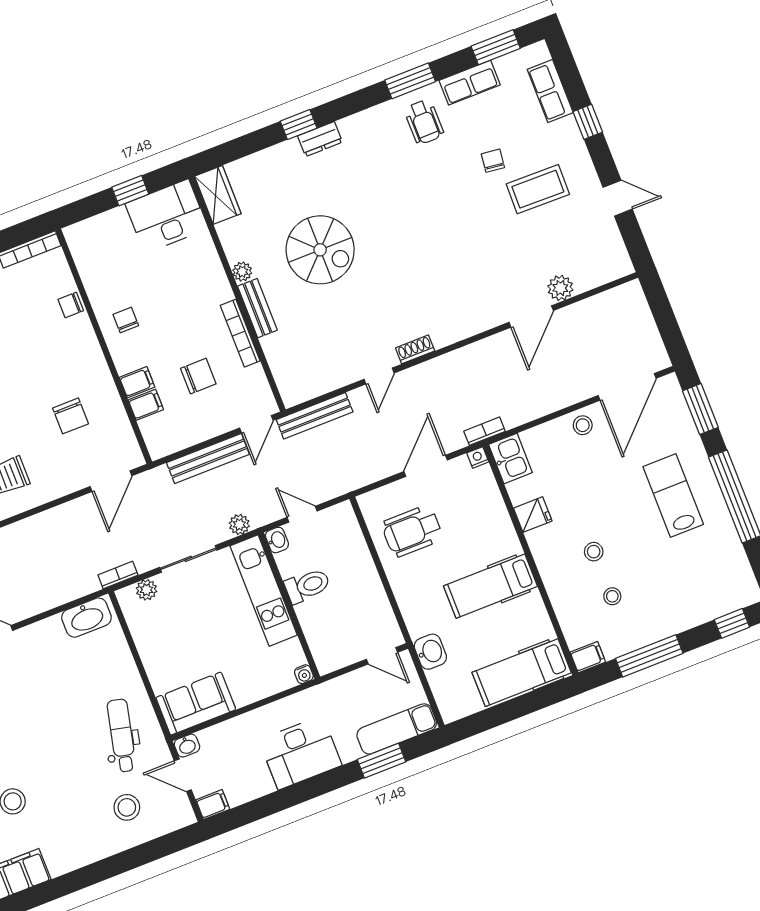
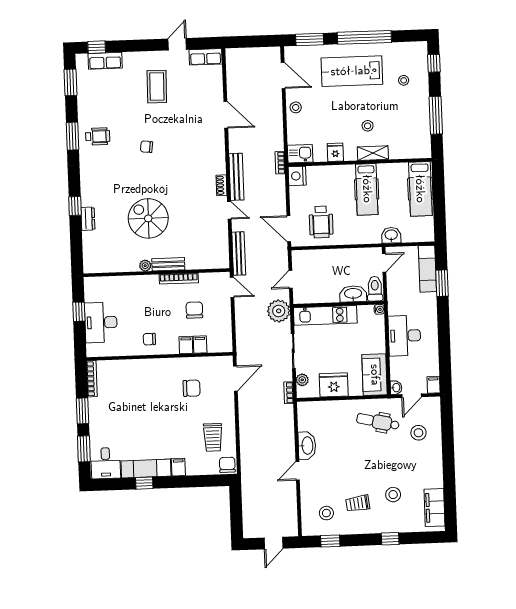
row of seats: (470, 83) -> (206, 57), moved, turned 90
window: (588, 122) -> (97, 47), moved
dresser: (320, 139) -> (88, 219), moved
chair: (493, 161) -> (147, 147), moved
wardrobe: (218, 195) -> (98, 264), removed
desk: (167, 216) -> (101, 322), moved
spiral stairs: (320, 250) -> (148, 218), turned -90
plant: (560, 288) -> (216, 93), removed
chair: (71, 305) -> (130, 367), removed
door: (627, 387) -> (283, 76), width x0.73
nightstand: (478, 457) -> (297, 176), width x1.89, depth x1.79
bench: (208, 458) -> (236, 177), moved
door: (426, 466) -> (289, 229), moved
door: (111, 481) -> (235, 378), hinge flipped
lab bench: (673, 495) -> (352, 71), width x1.36, depth x1.39
plant: (239, 524) -> (279, 311), width x1.88, depth x1.88
washbasin: (277, 540) -> (353, 294), moved, width x1.91, depth x1.45
shelving: (553, 576) -> (373, 153), added
toilet: (307, 586) -> (375, 289), moved
stool: (612, 596) -> (404, 80), moved
washbasin: (86, 618) -> (307, 446), moved
fridge: (156, 643) -> (334, 385), added
filing cabinet: (588, 657) -> (425, 149), removed
desk: (300, 753) -> (404, 336), moved, turned 180

